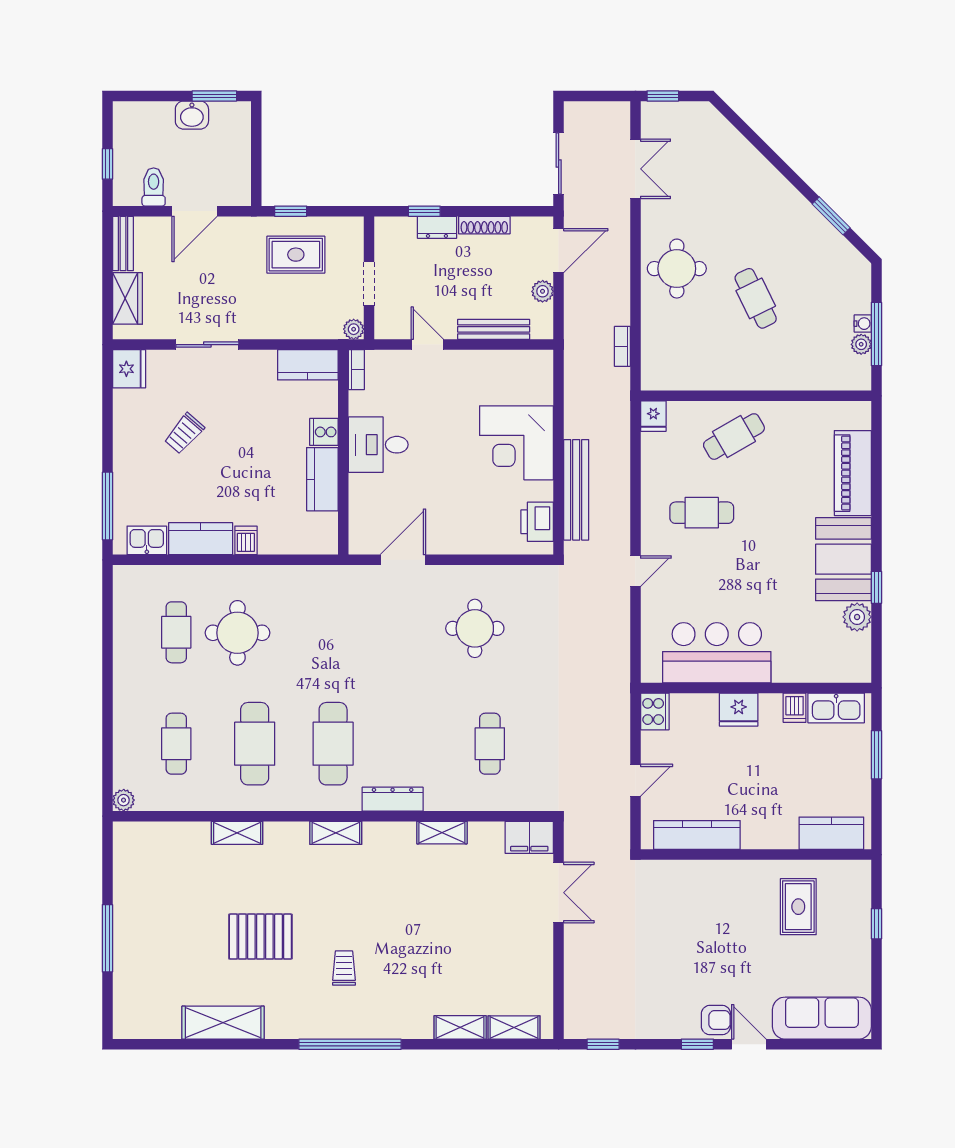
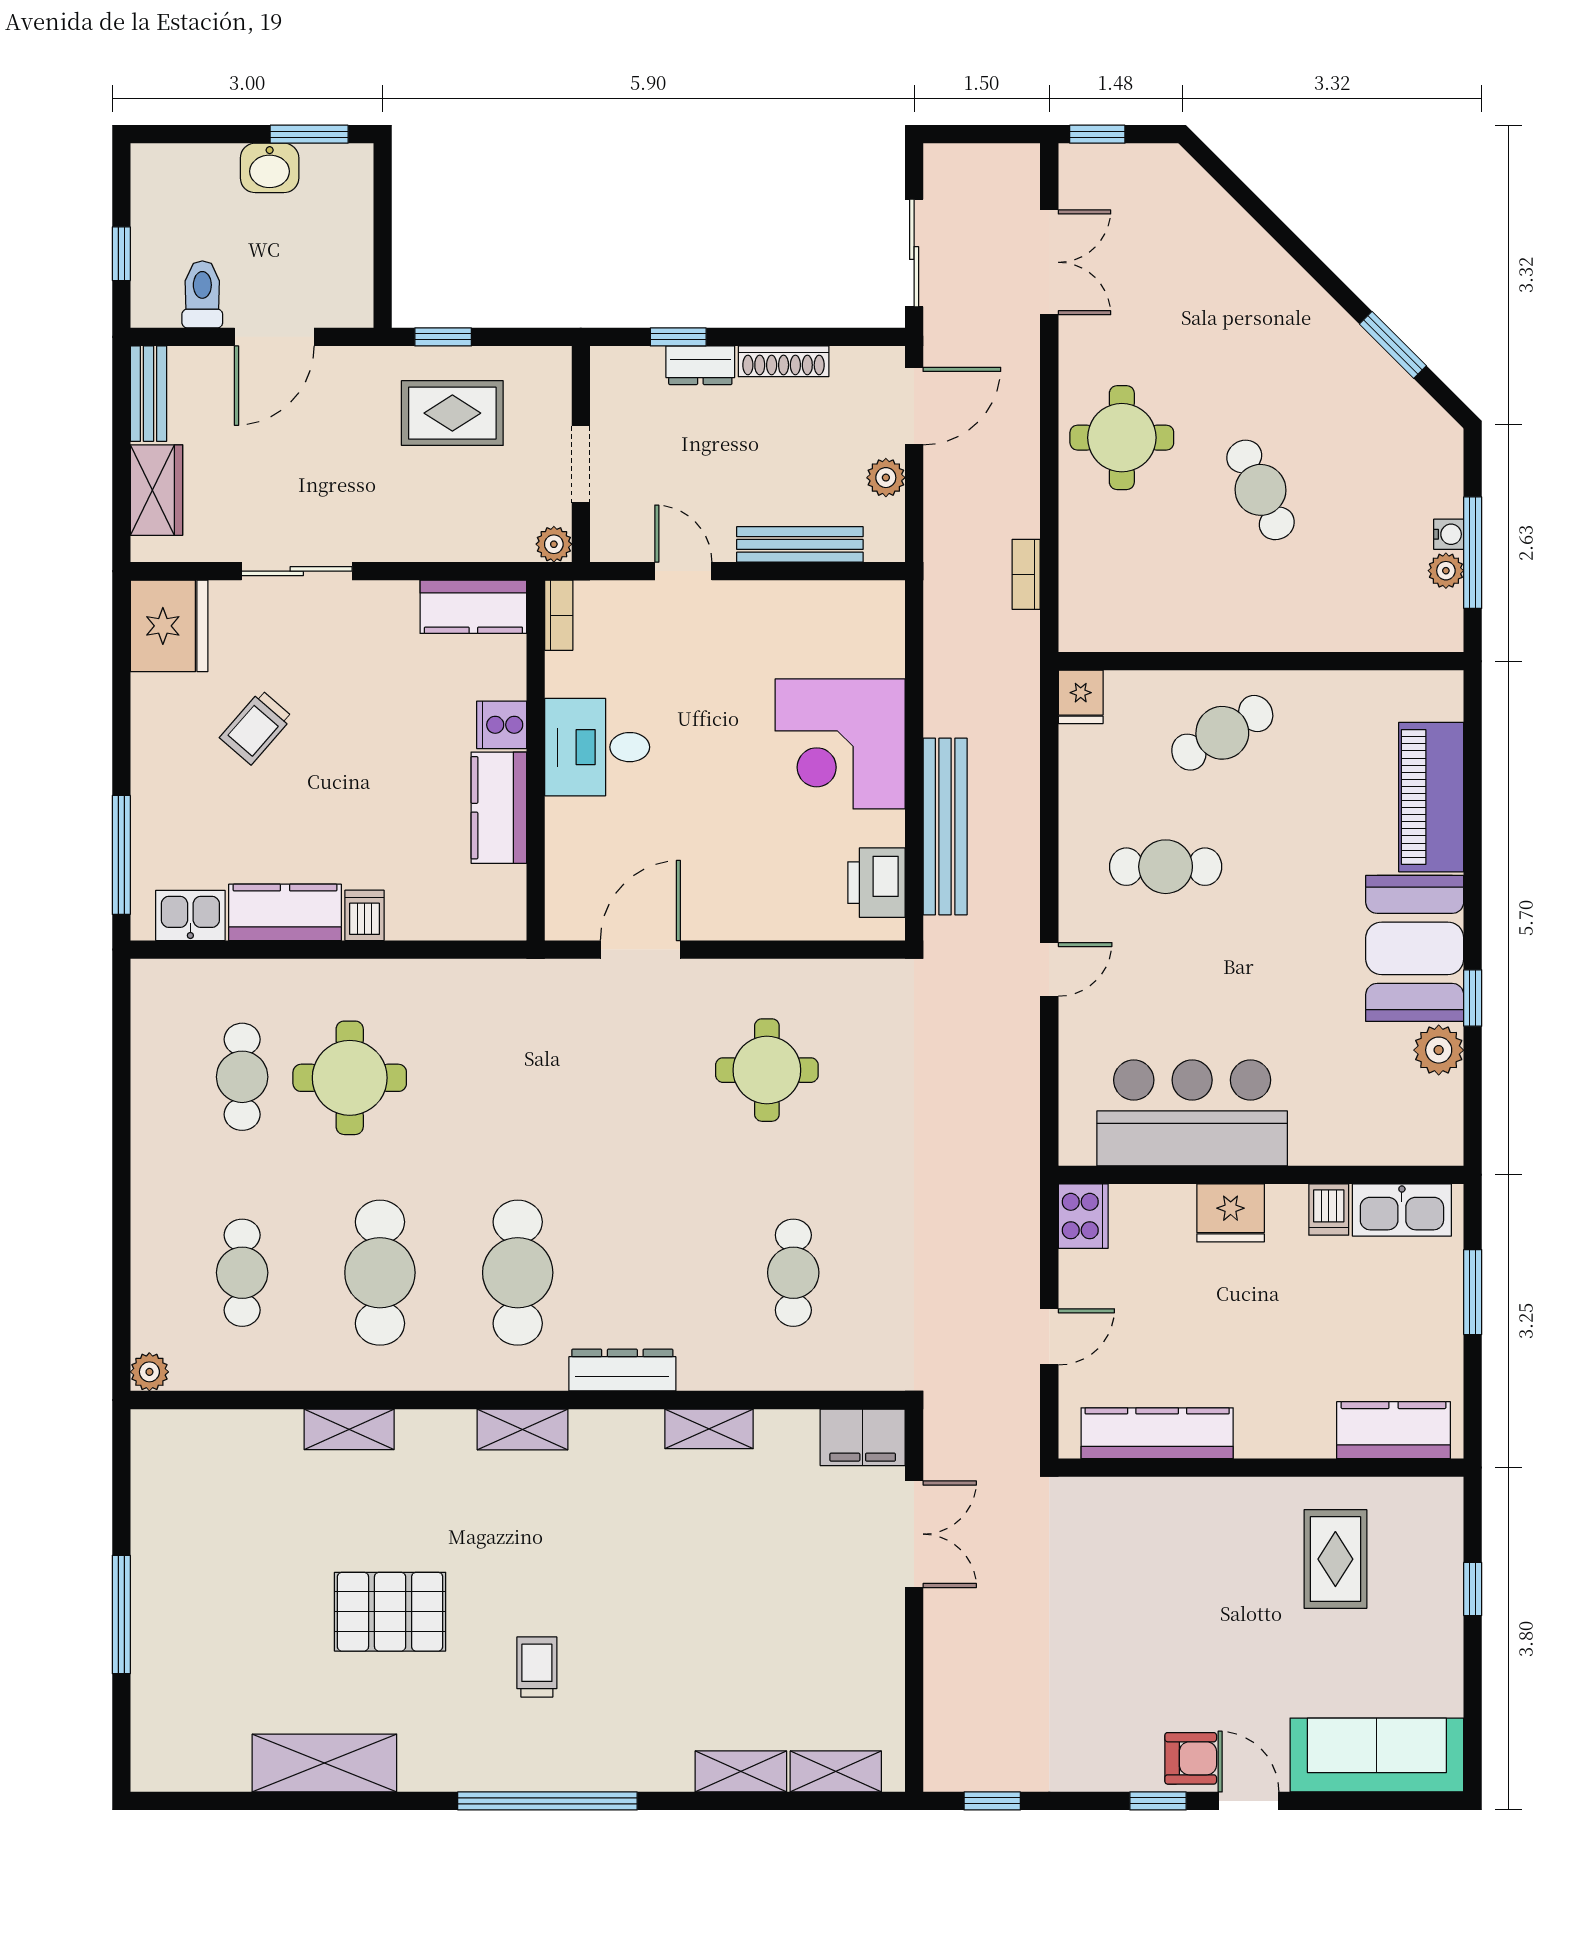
fridge: (129, 369) -> (169, 626), width x1.36, depth x1.34

